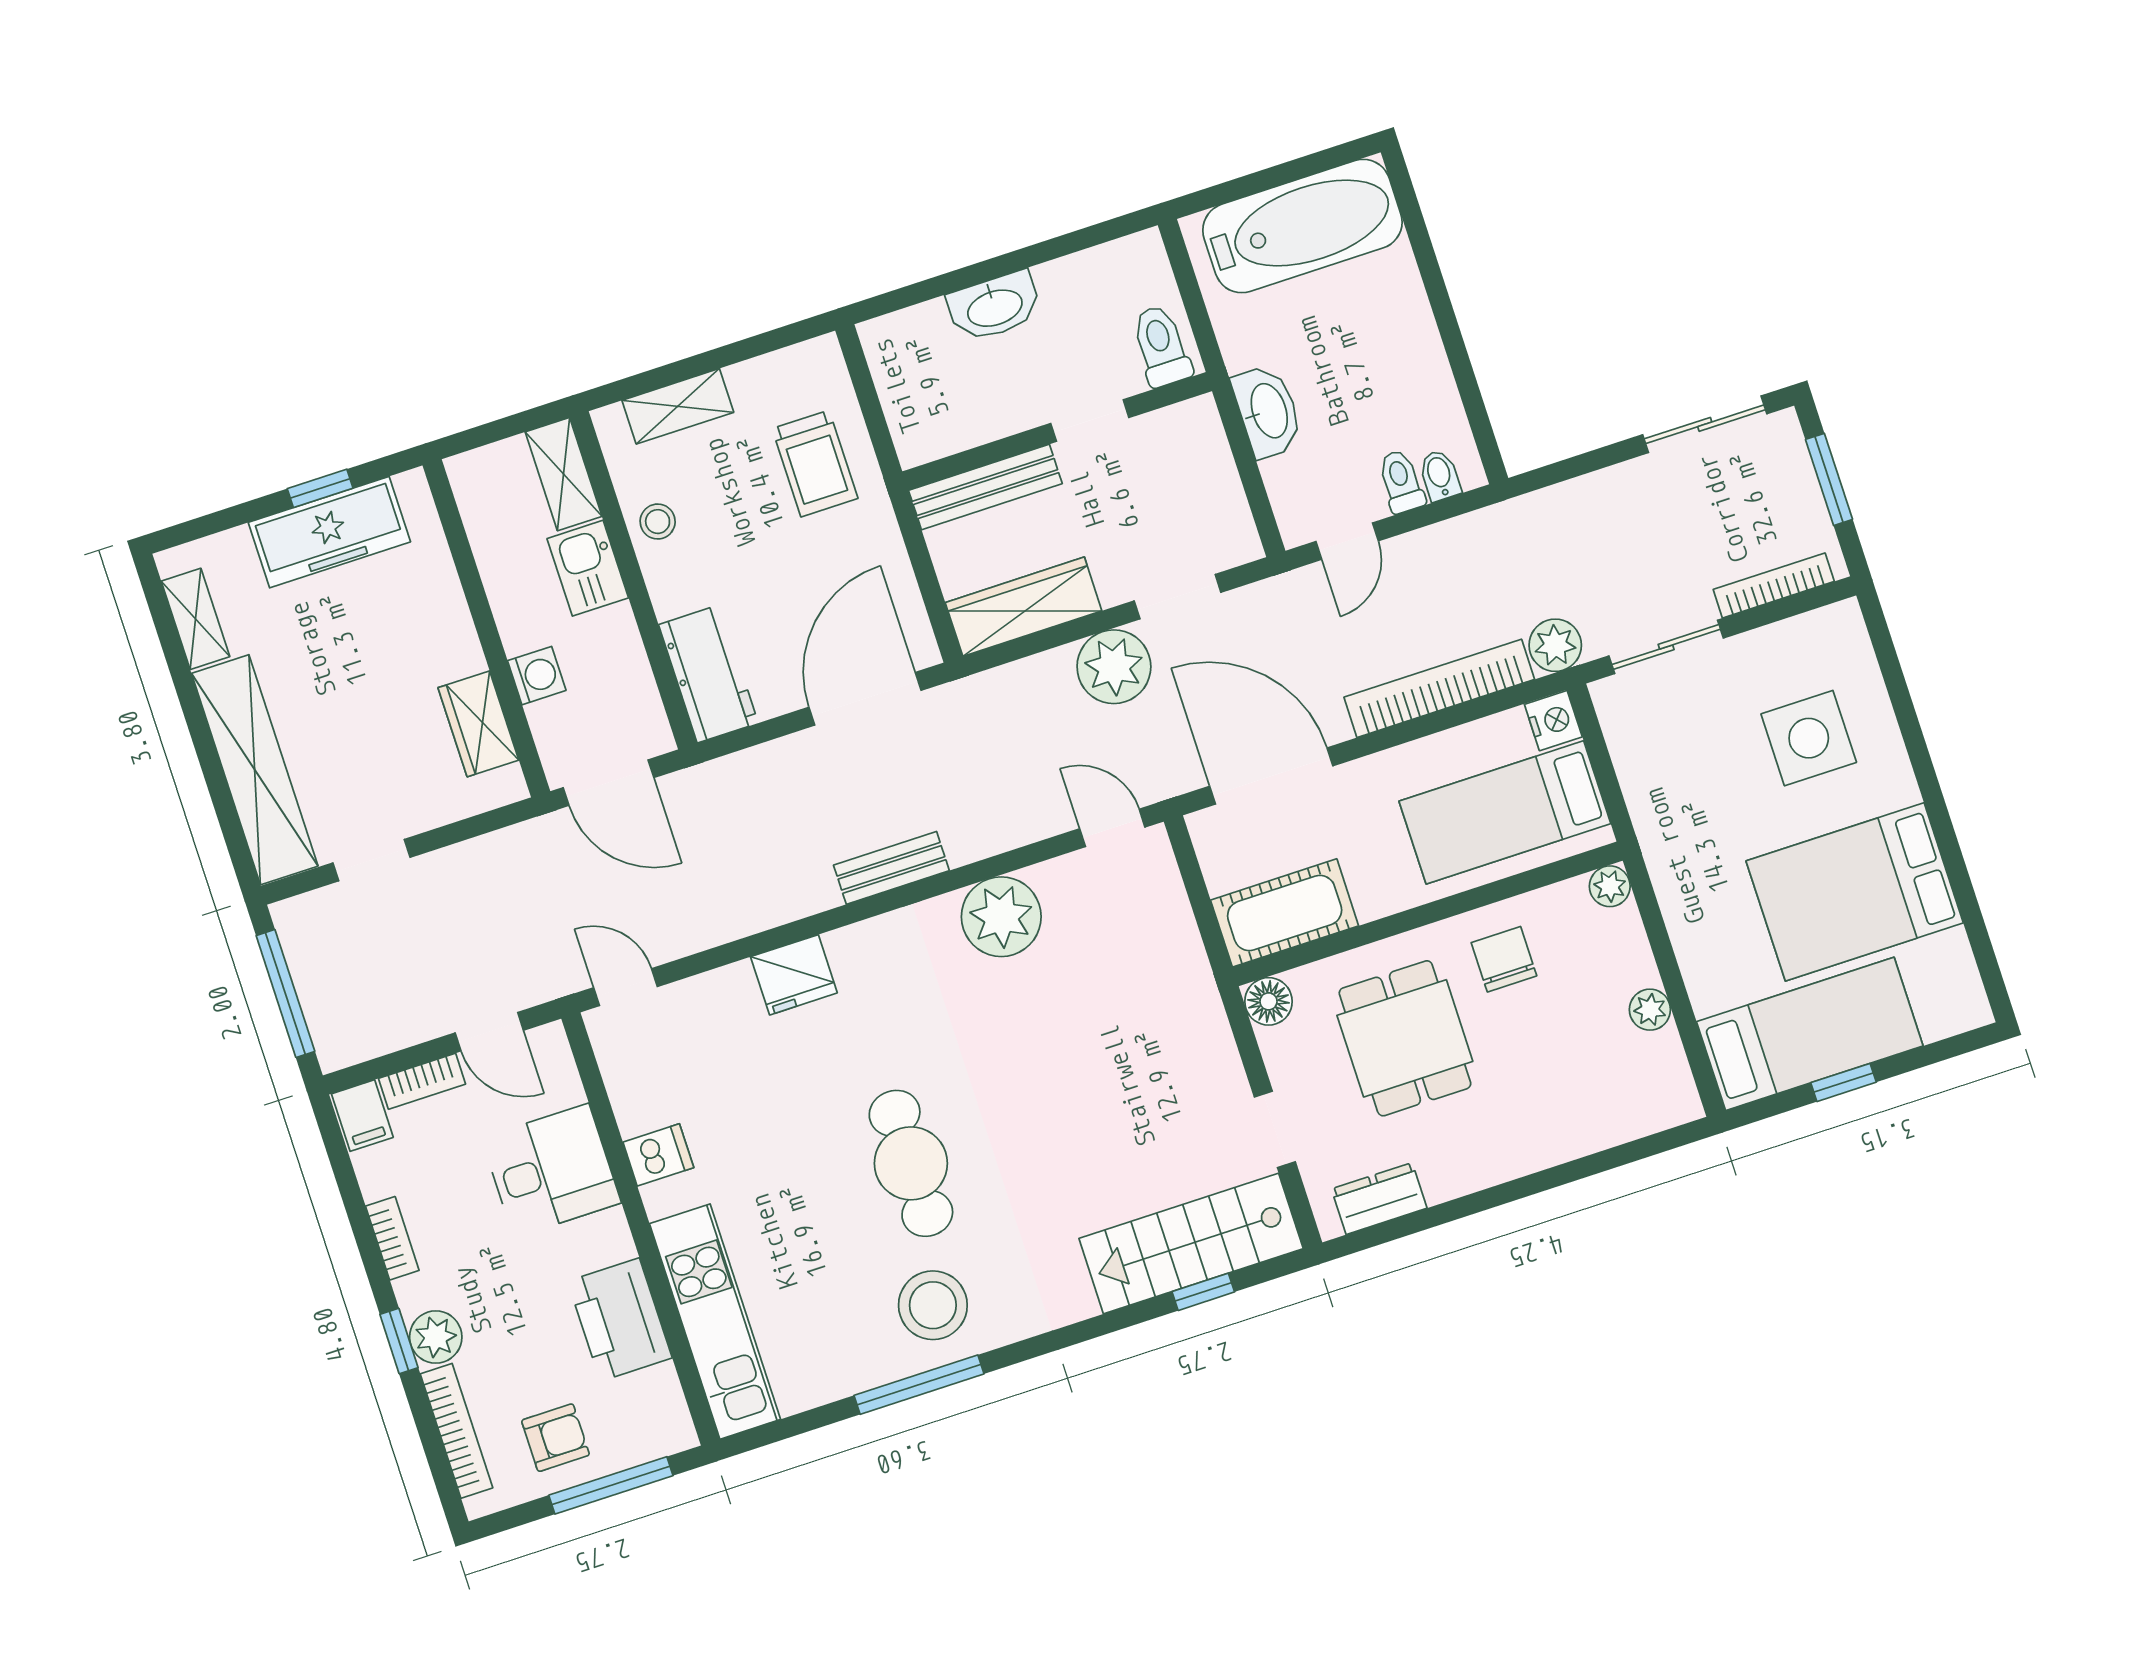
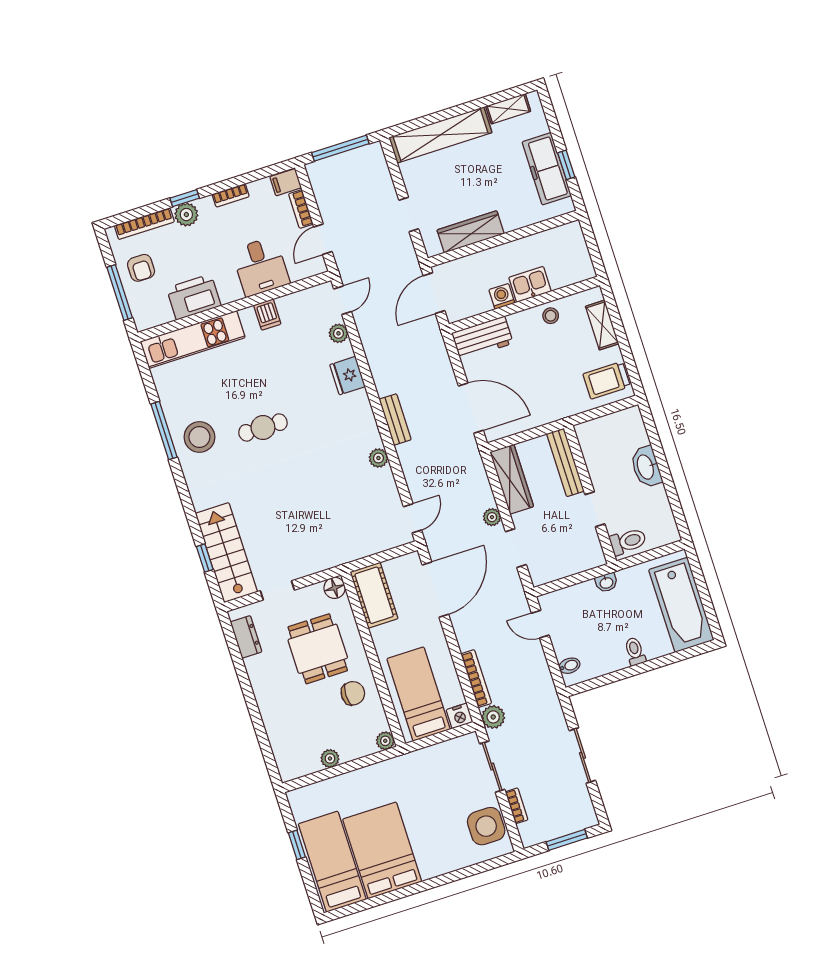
washbasin: (1268, 411) -> (606, 583), width x0.52, depth x0.69
sliding door: (1705, 424) -> (582, 755), moved
trolley: (815, 463) -> (607, 380), moved
shelving: (564, 474) -> (572, 274), removed
toilet: (1401, 482) -> (635, 651), moved, turned -90
bookcase: (1774, 585) -> (517, 806), width x0.64
plant: (1114, 667) -> (492, 517), width x0.53, depth x0.53
washing machine: (537, 676) -> (502, 296), moved, turned 180
bookcase: (1439, 688) -> (476, 679), width x0.68, depth x0.76
wardrobe: (478, 724) -> (471, 232), width x1.50
side table: (1809, 738) -> (486, 826), moved
doorway: (372, 860) -> (409, 215), moved
plant: (1001, 917) -> (378, 458), width x0.53, depth x0.53
plant: (700, 996) -> (338, 333), added
bed: (1810, 1034) -> (332, 862), moved, turned 180
dining table: (1405, 1038) -> (318, 649), turned 90
cafe table: (911, 1163) -> (263, 428), width x0.73, depth x0.74

